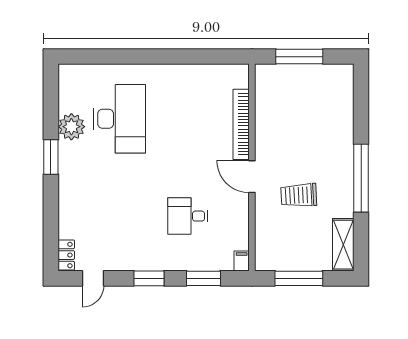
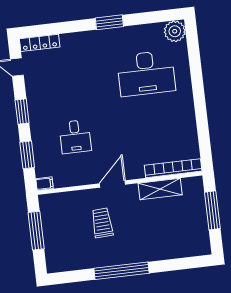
bookcase: (241, 124) -> (173, 168), moved
plant: (71, 127) -> (175, 31), moved
desk: (188, 216) -> (75, 137), turned 180
shelving: (343, 245) -> (160, 189), moved
locker: (66, 255) -> (40, 43), width x1.53

